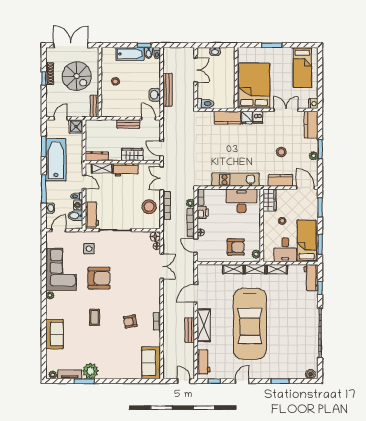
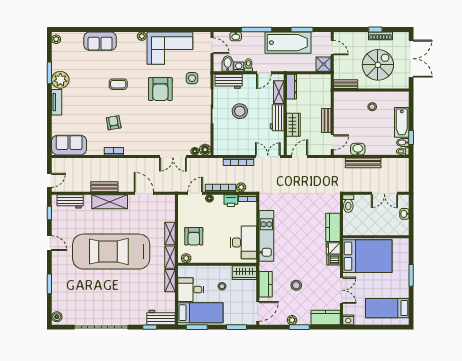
spiral stairs: (77, 76) -> (378, 65), turned 180
stool: (149, 207) -> (240, 111), moved
tv unit: (70, 374) -> (57, 102), moved

